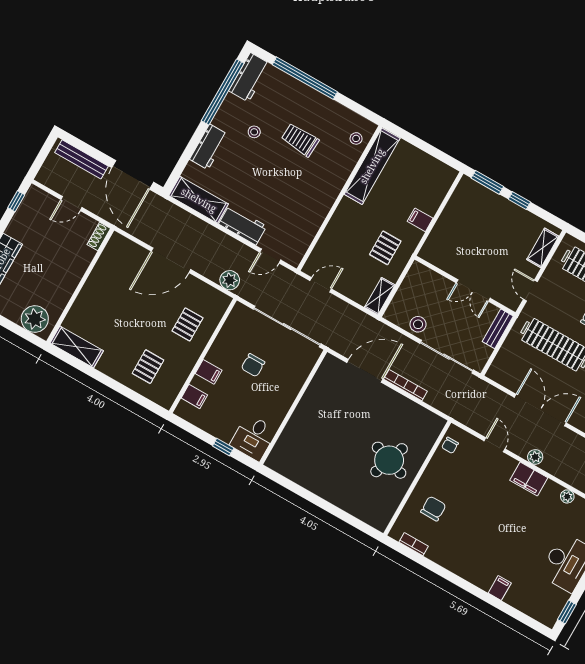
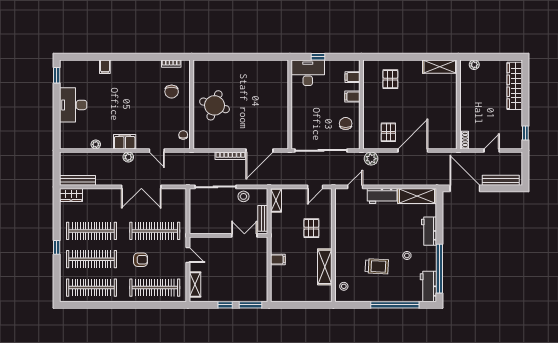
shelving: (372, 166) -> (325, 267), width x0.68
pallet: (385, 248) -> (311, 228), moved
double door: (473, 291) -> (244, 235), moved
plant: (35, 319) -> (474, 65), width x0.53, depth x0.53
pallet: (187, 324) -> (388, 132), moved
bench: (498, 329) -> (263, 218), moved
chair: (253, 365) -> (346, 124), moved
desk: (253, 437) -> (308, 73), width x1.37

